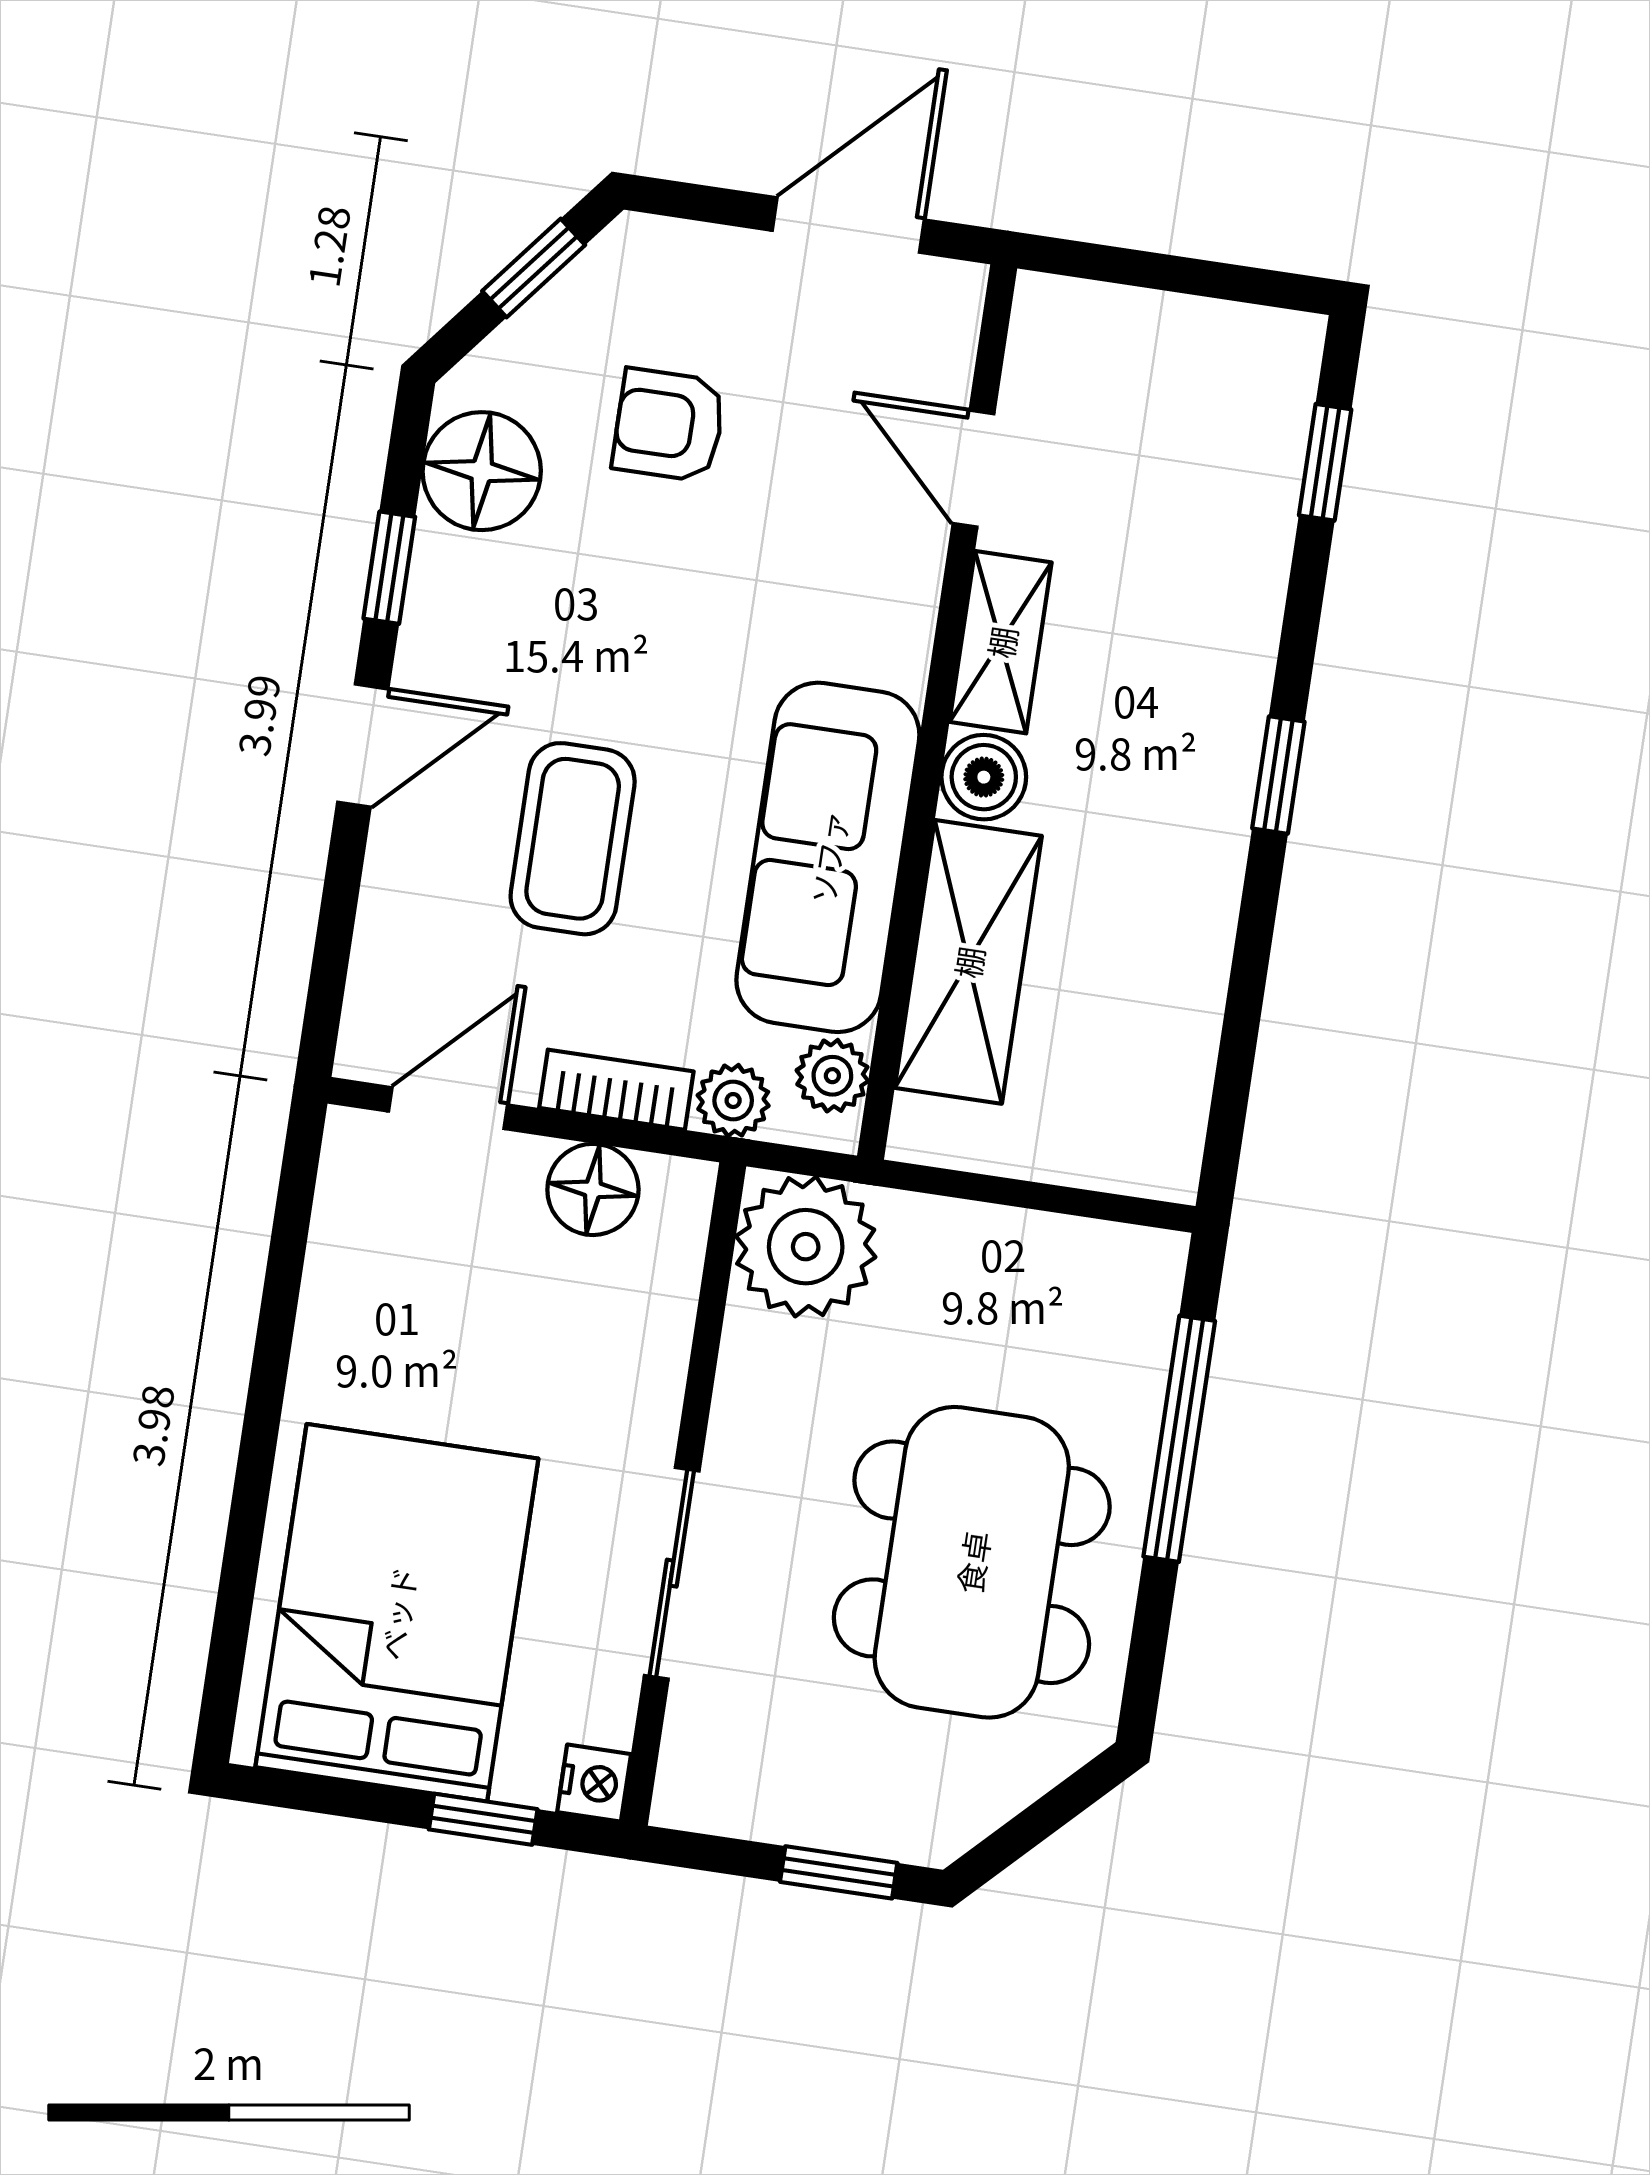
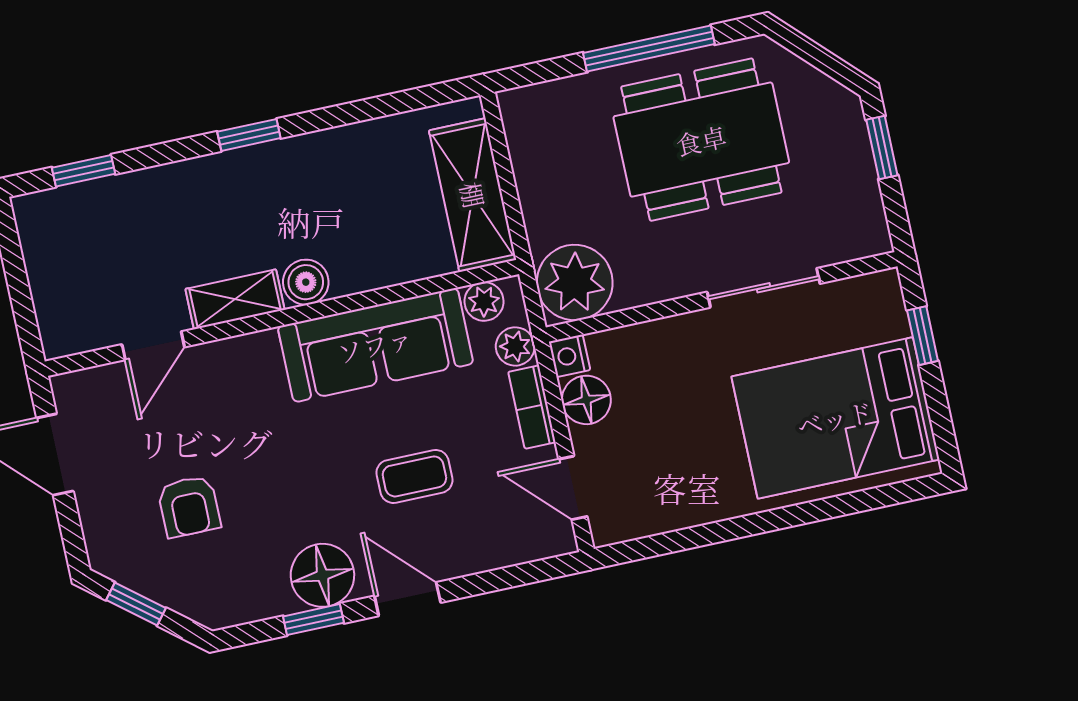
floor lamp: (482, 471) -> (322, 575), moved
coffee table: (573, 839) -> (414, 476), width x0.73, depth x0.77
shelving: (968, 962) -> (473, 195), moved, turned 90
window: (1179, 1439) -> (649, 49), moved
nightstand: (594, 1783) -> (569, 356), moved, turned -90

